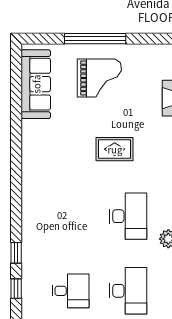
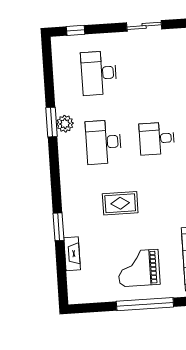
desk: (71, 291) -> (157, 139), moved

